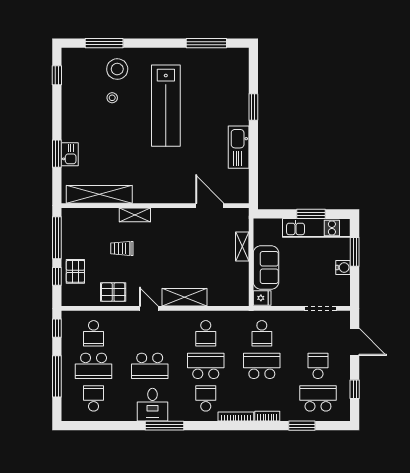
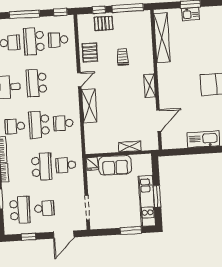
shelving: (135, 215) -> (150, 86), moved
water cooler: (343, 267) -> (119, 223), removed
school desk: (206, 366) -> (39, 125), turned 180
school desk: (206, 398) -> (15, 126), turned 180

